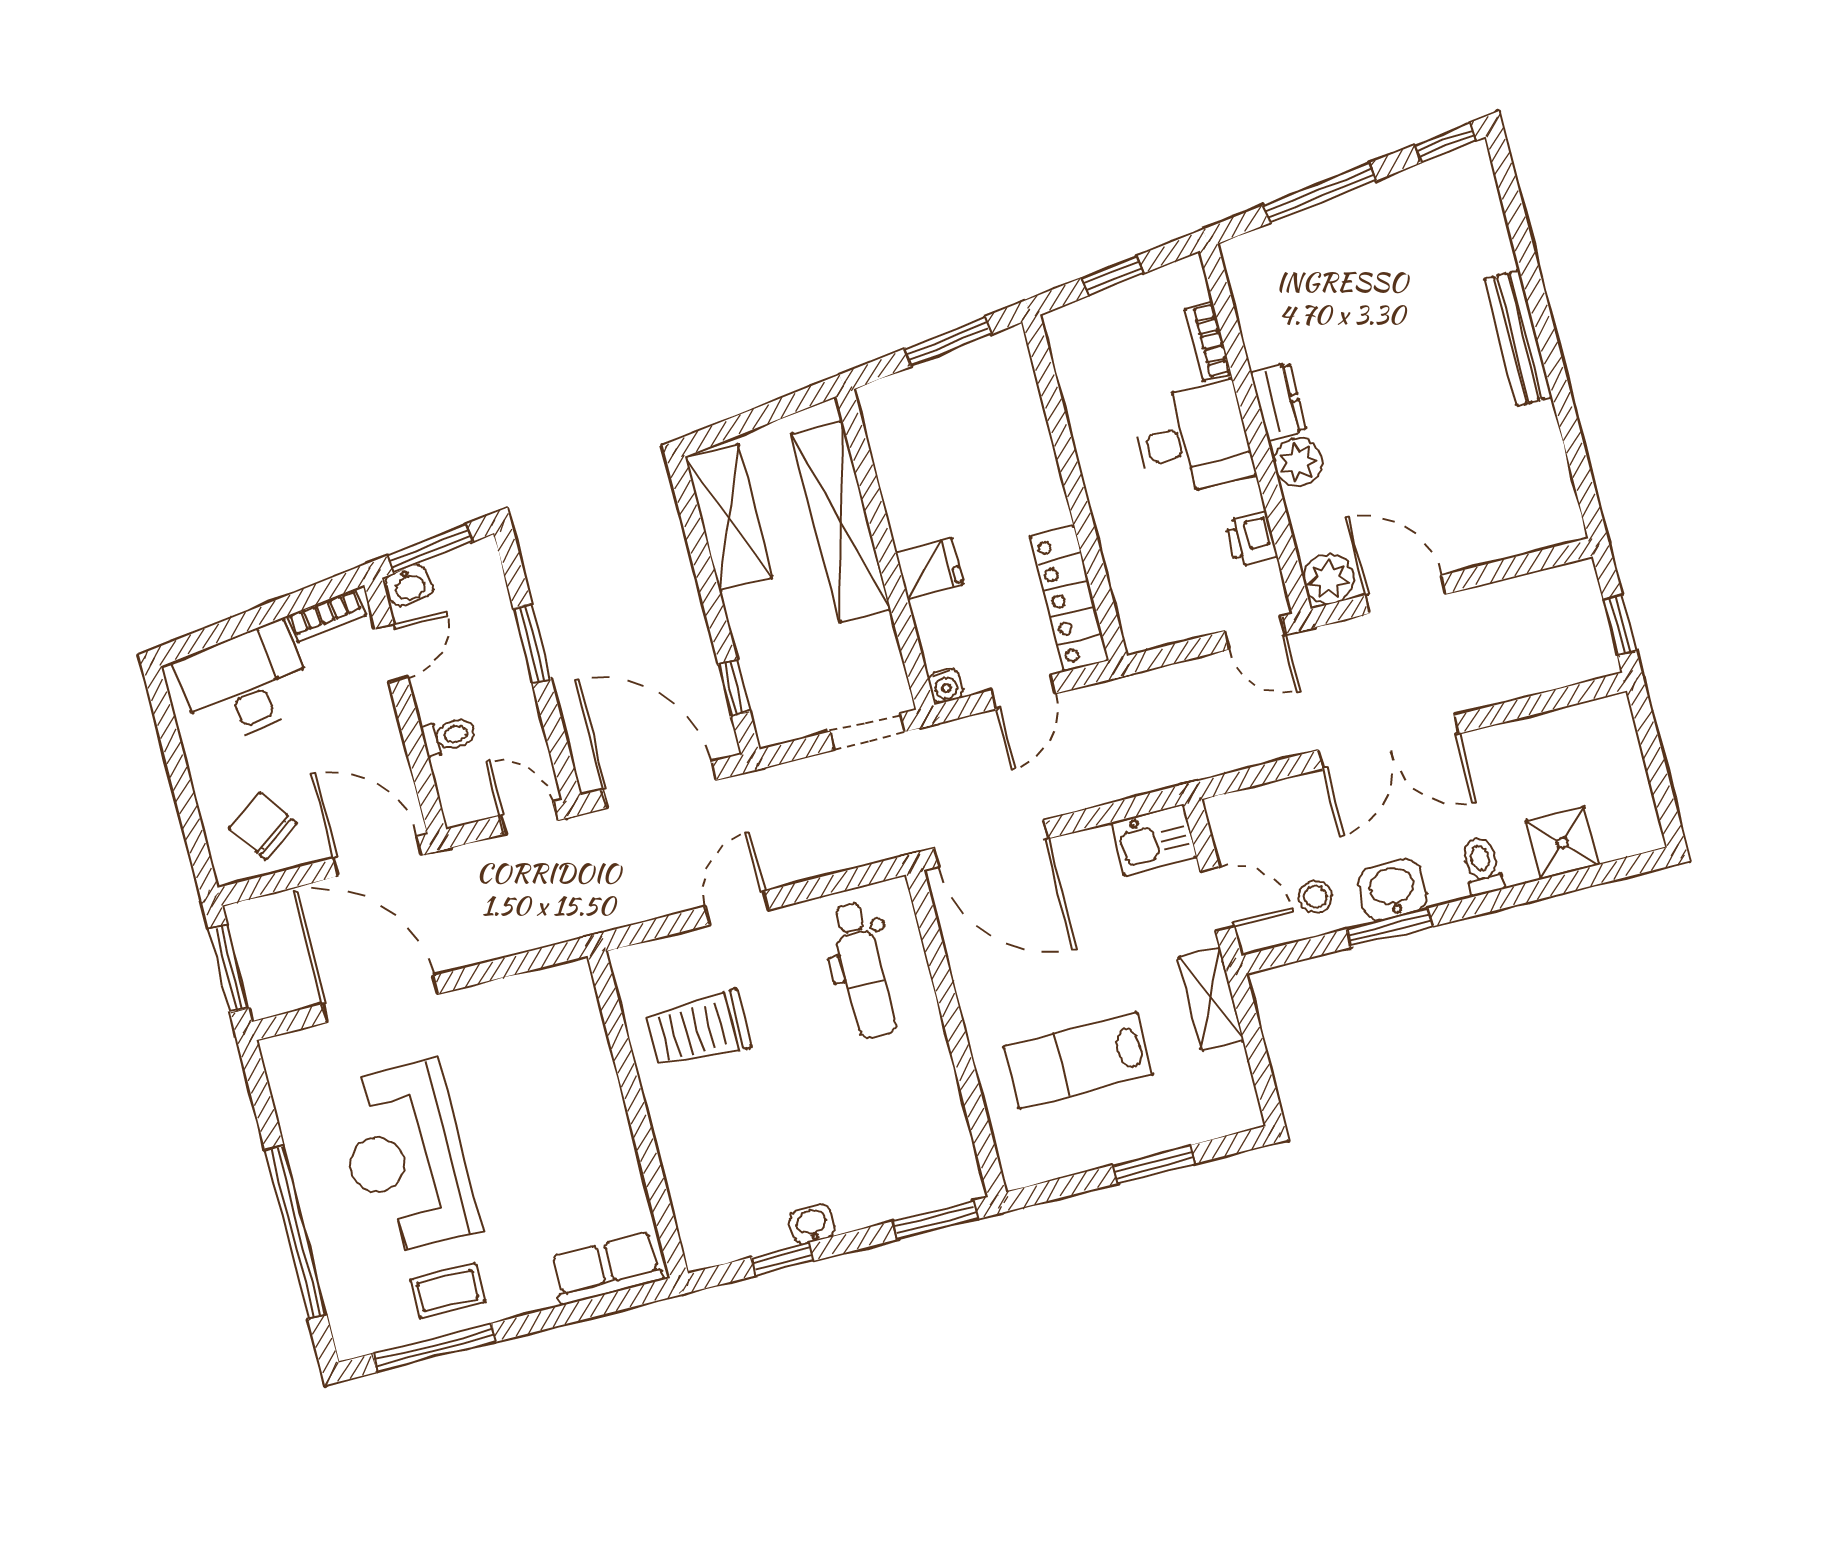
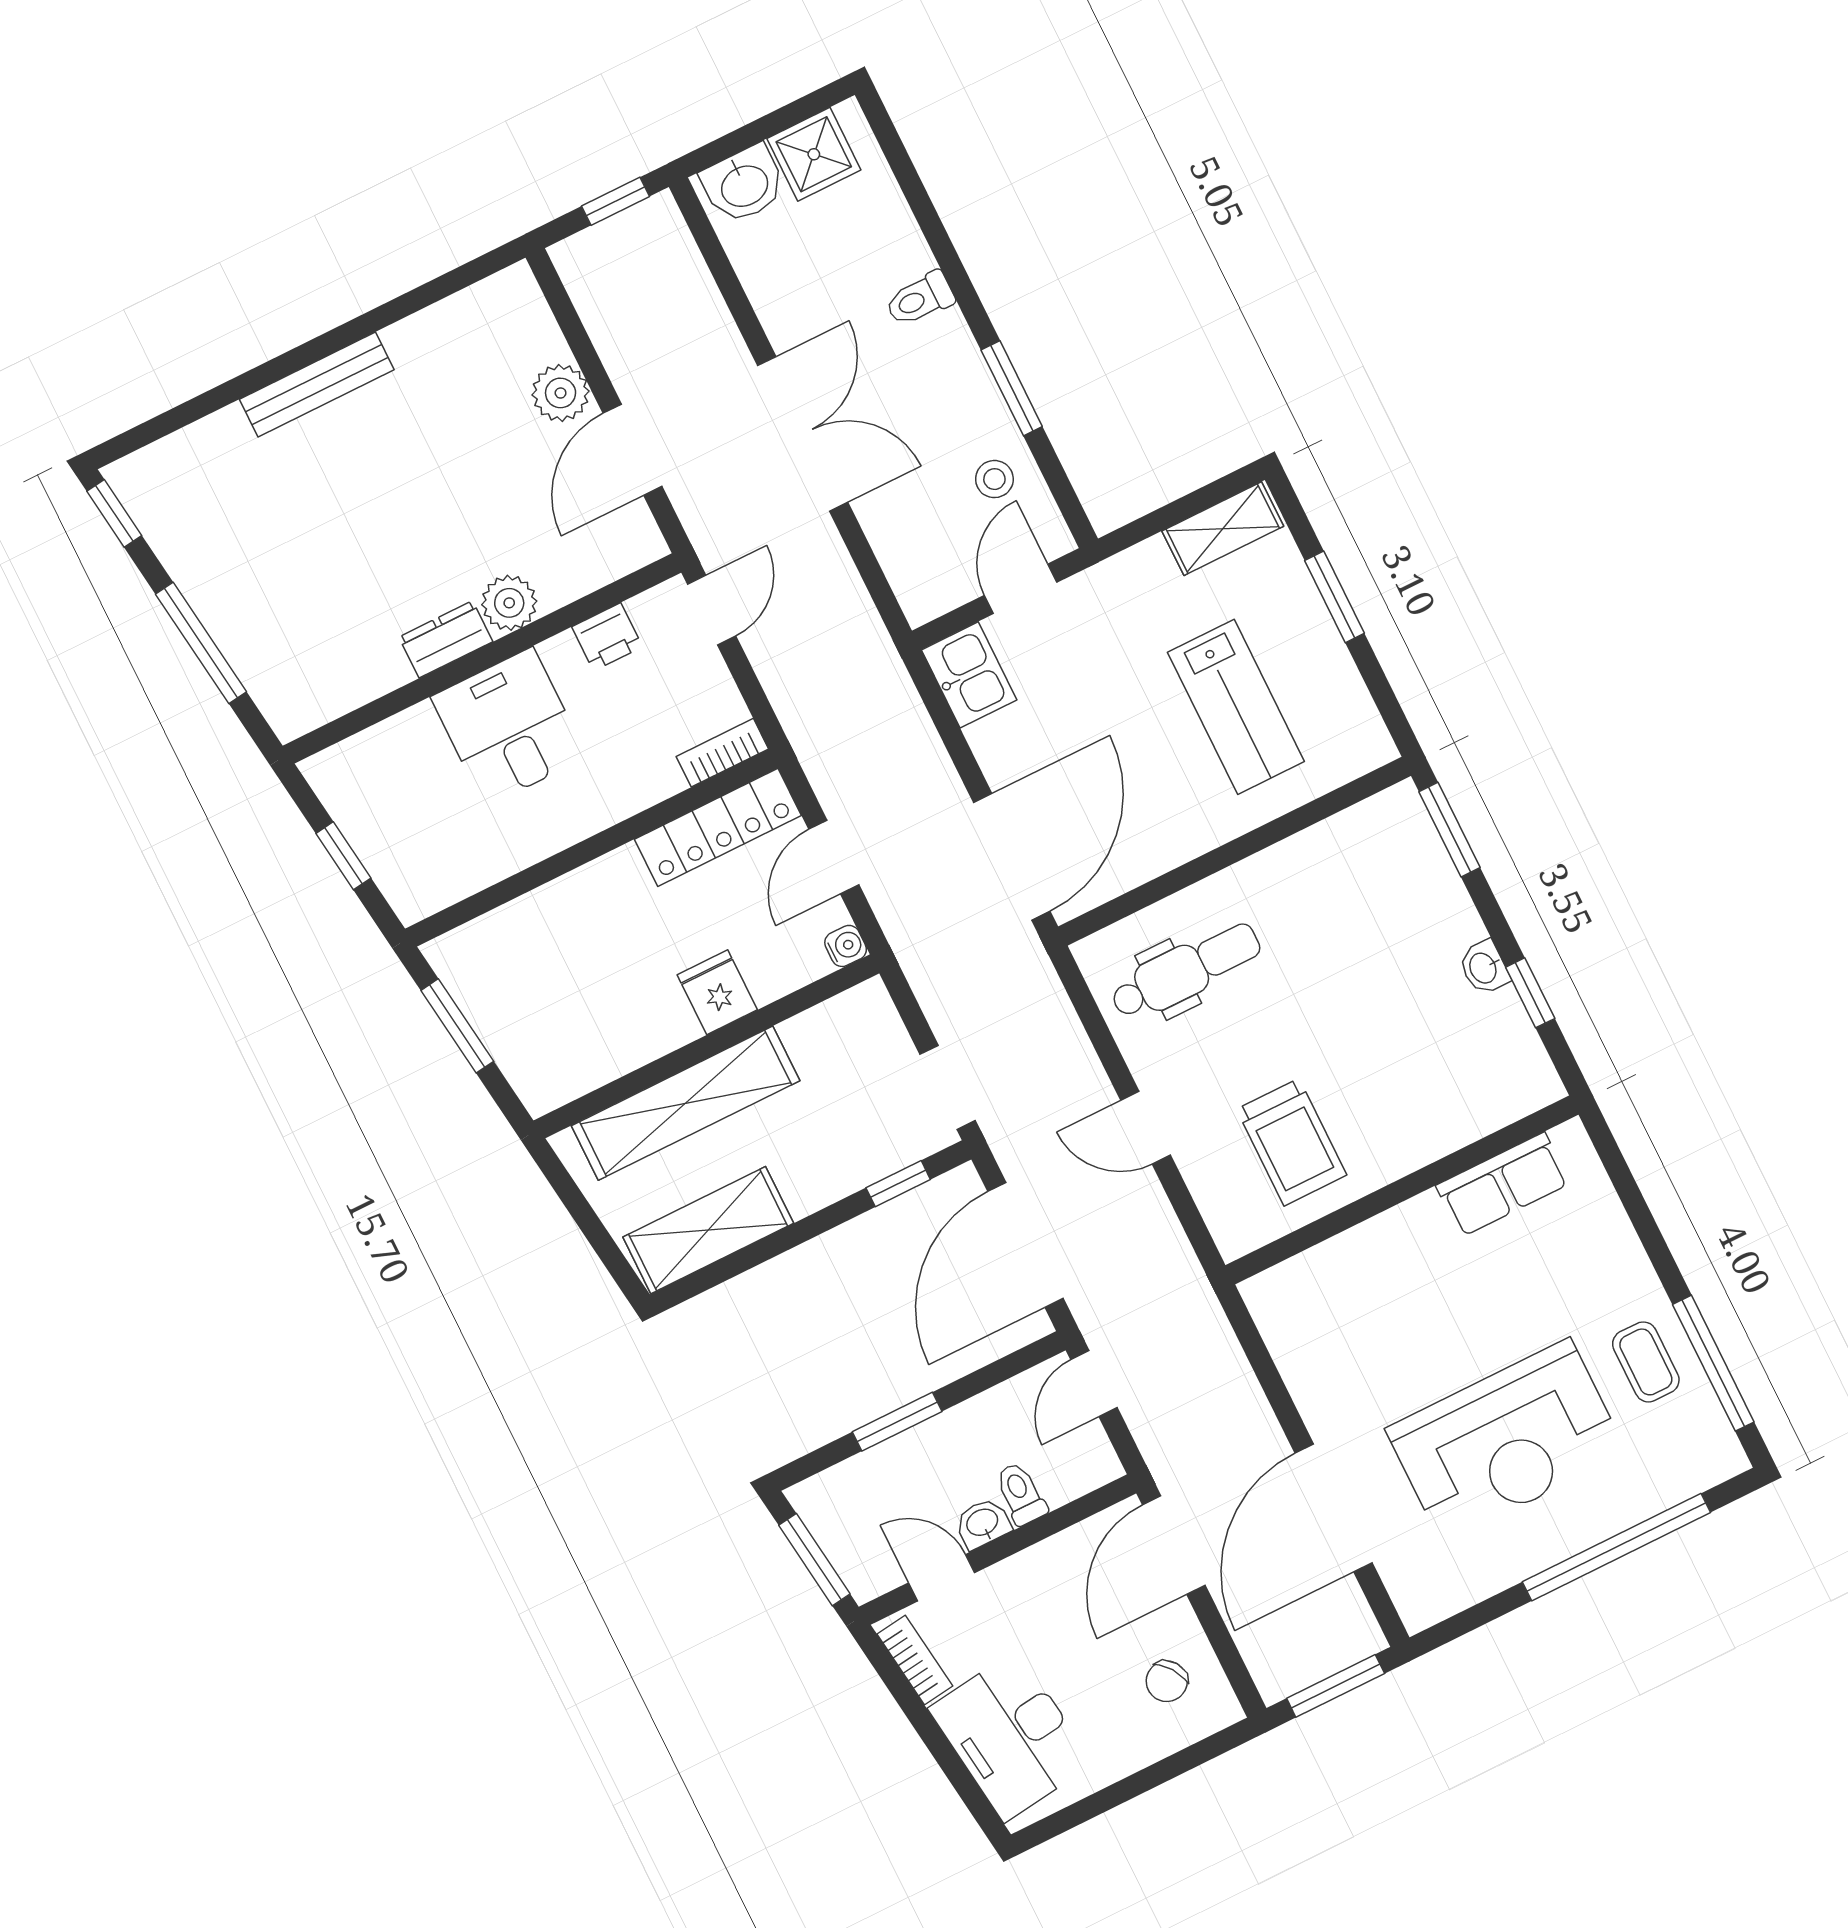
bookcase: (1208, 342) -> (722, 753), moved, turned 180
plant: (1329, 579) -> (561, 393), moved
washbasin: (409, 585) -> (983, 1523), moved, turned -83
door: (1023, 692) -> (834, 857), swing flipped
doorway: (867, 732) -> (948, 1087), moved
chair: (263, 826) -> (1167, 1681), width x0.73, depth x0.73
shower: (1562, 843) -> (814, 154), moved
washbasin: (1393, 889) -> (744, 184), moved, turned -90
shelving: (1211, 998) -> (1223, 529), moved
row of seats: (606, 1268) -> (1503, 1185), moved, turned -90

